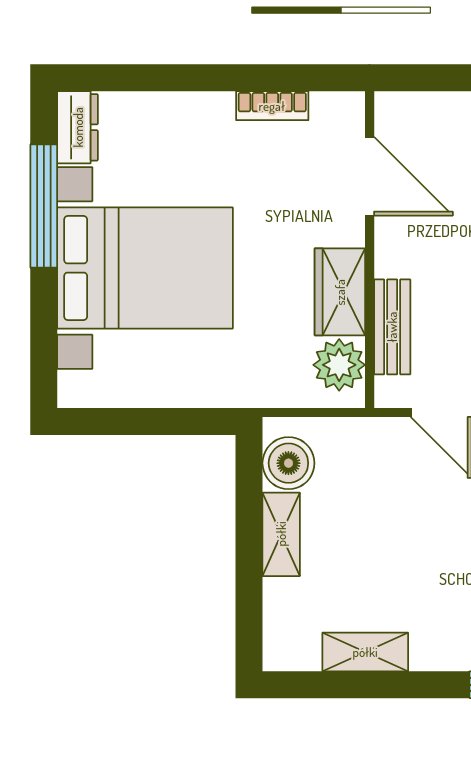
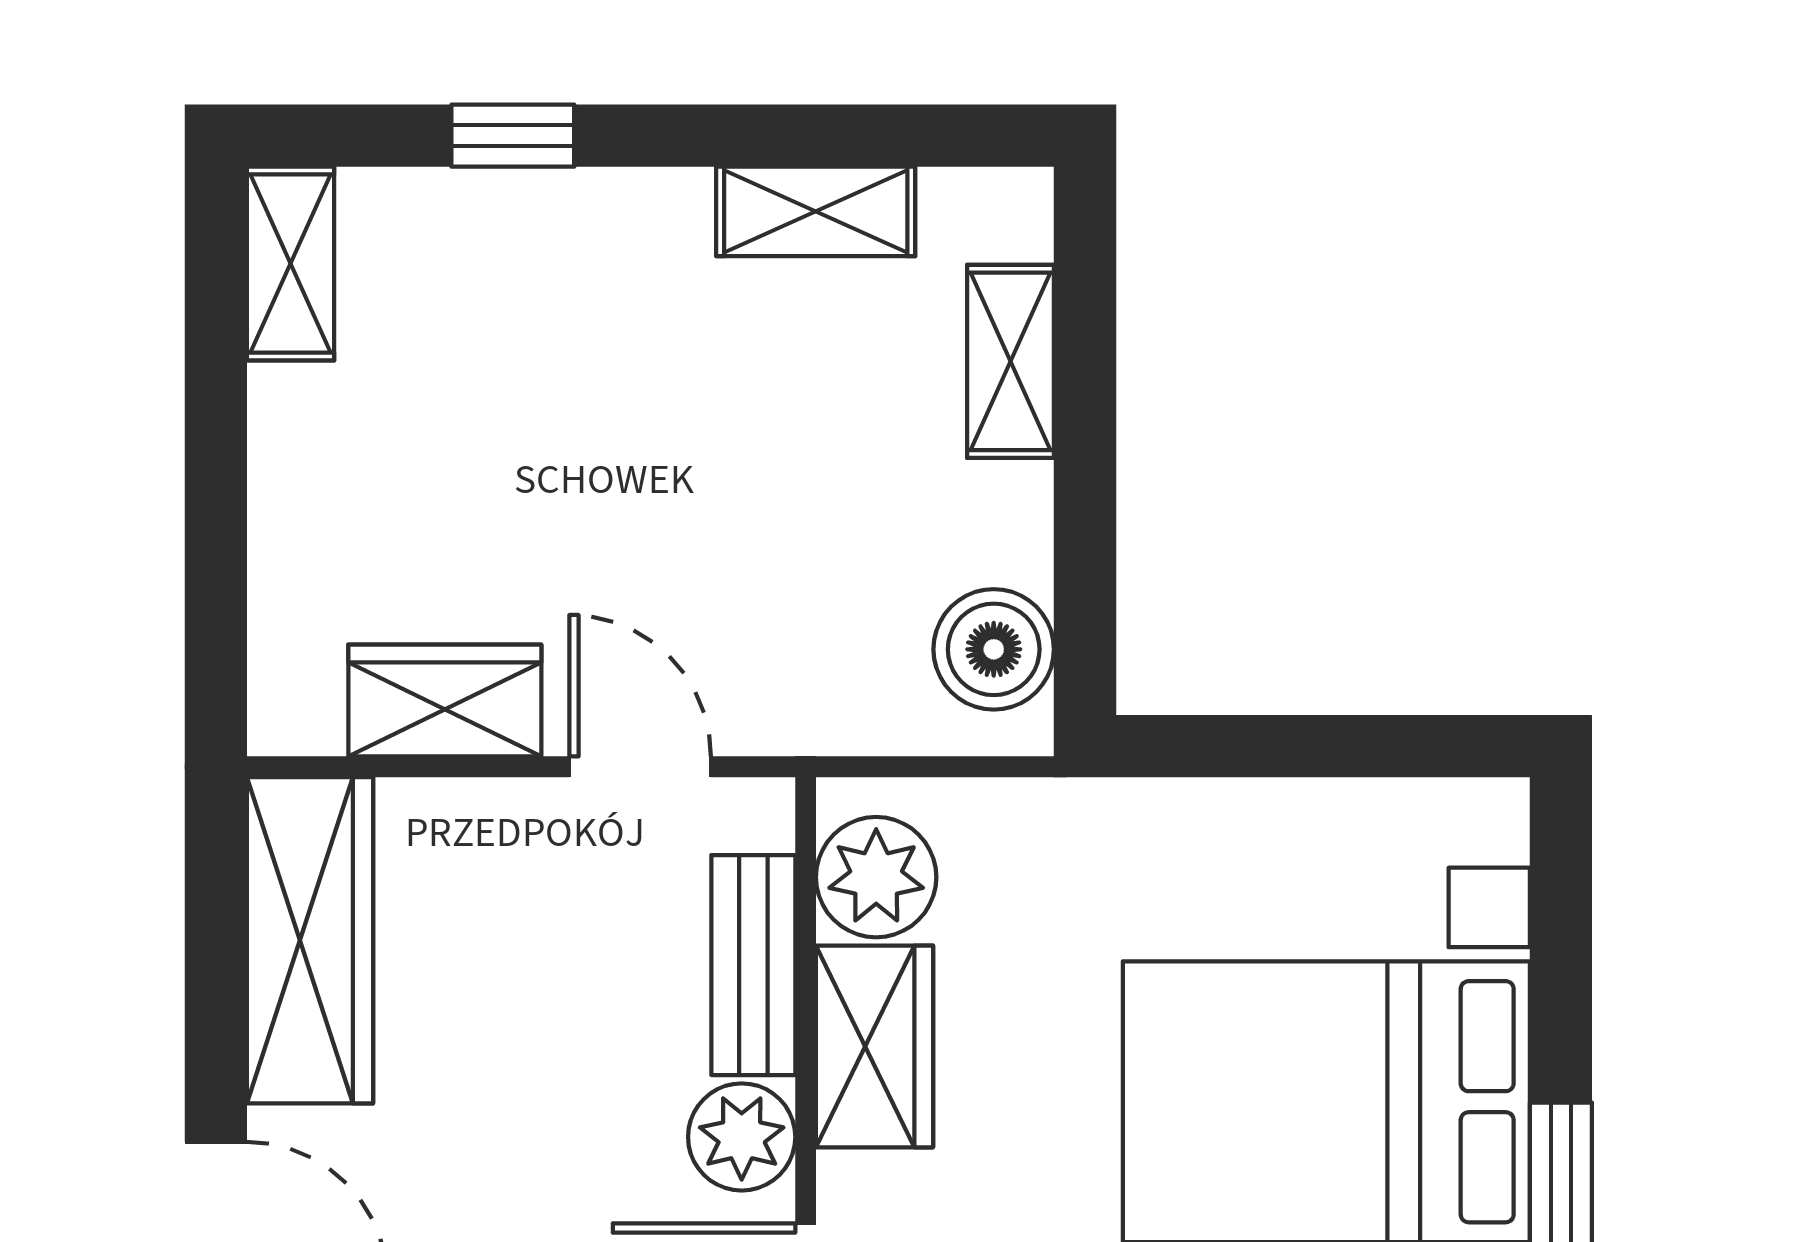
plant: (397, 253) -> (742, 1137), added
shelving: (281, 534) -> (1011, 361), moved

